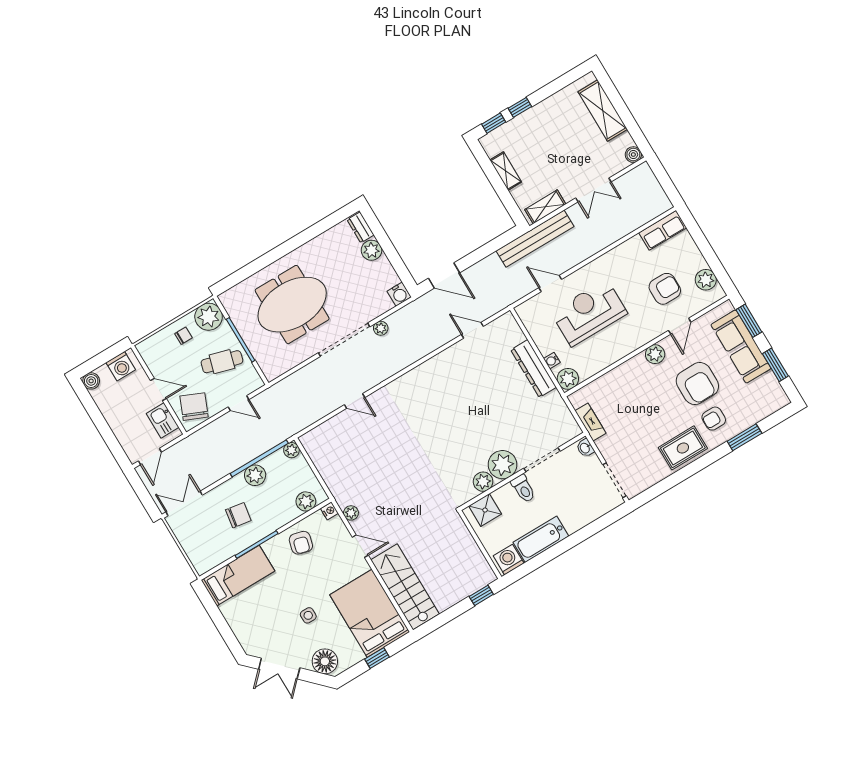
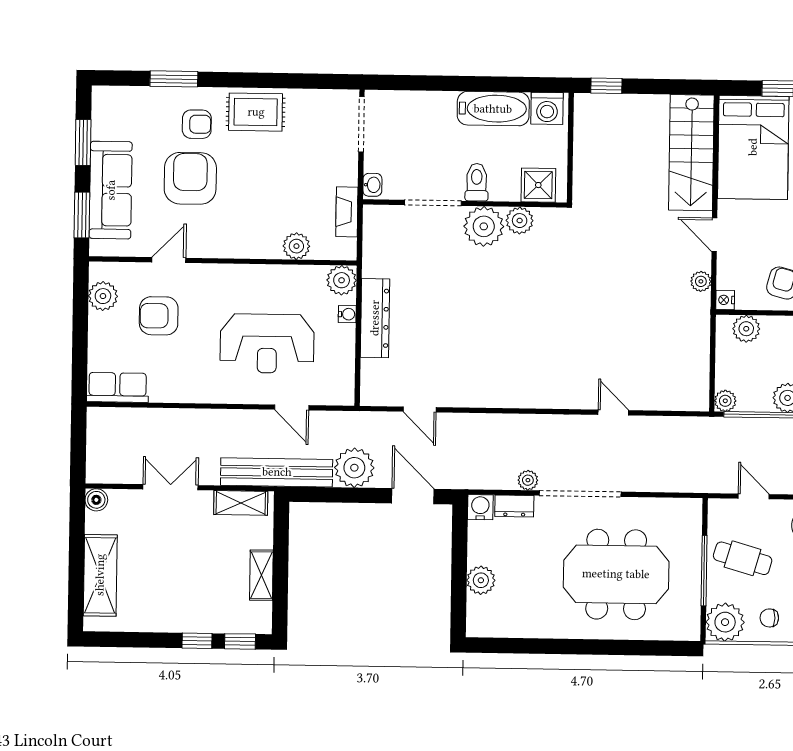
dresser: (360, 227) -> (514, 506), moved, turned 90
plant: (490, 271) -> (354, 468), added
plant: (655, 354) -> (296, 246), moved

